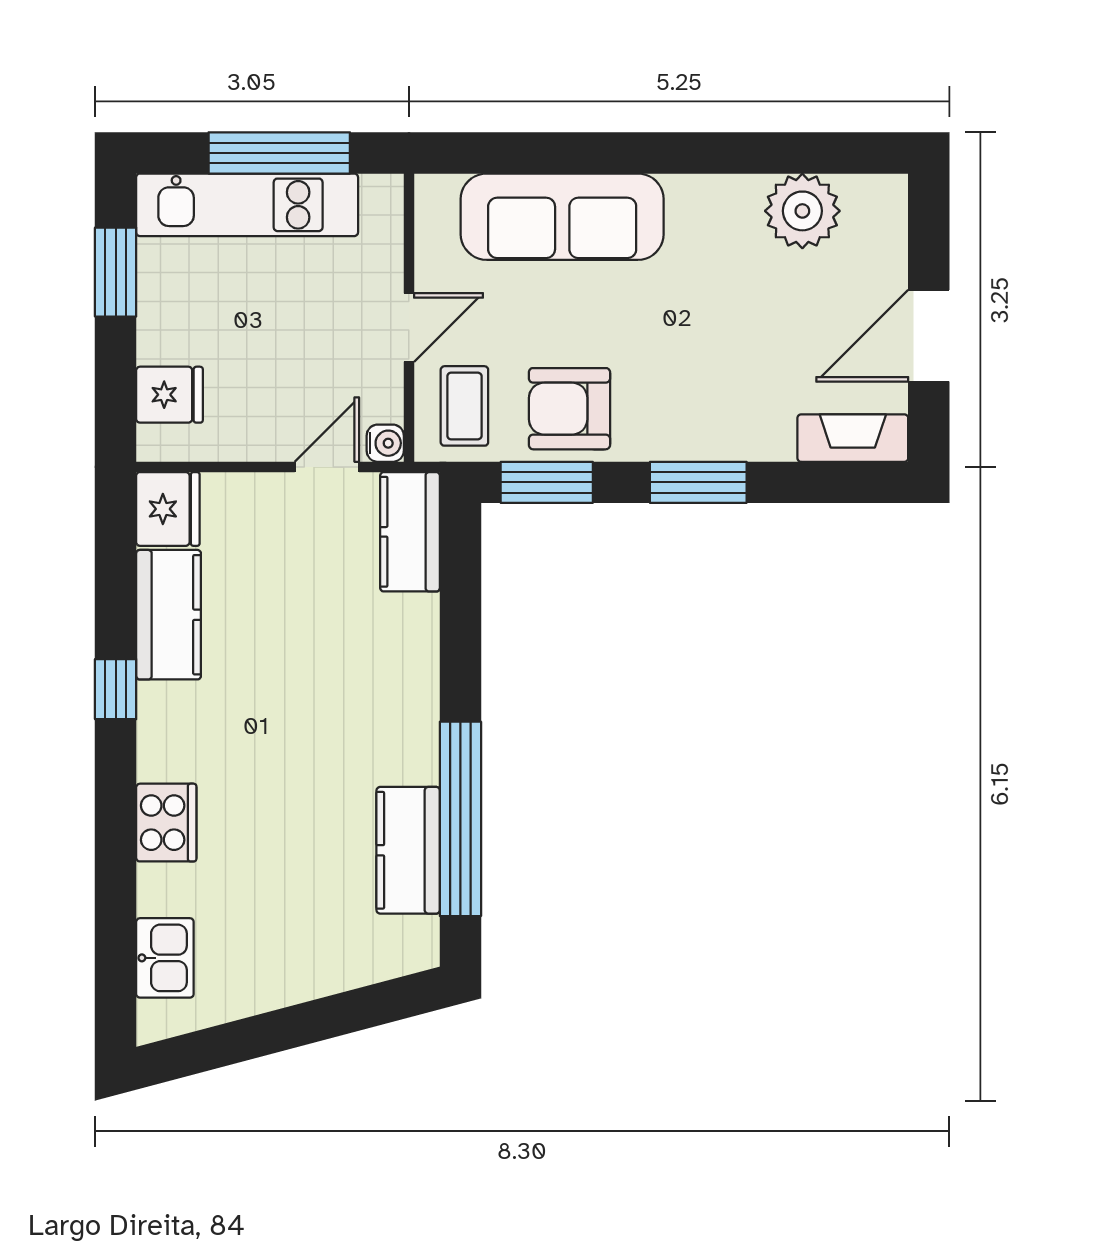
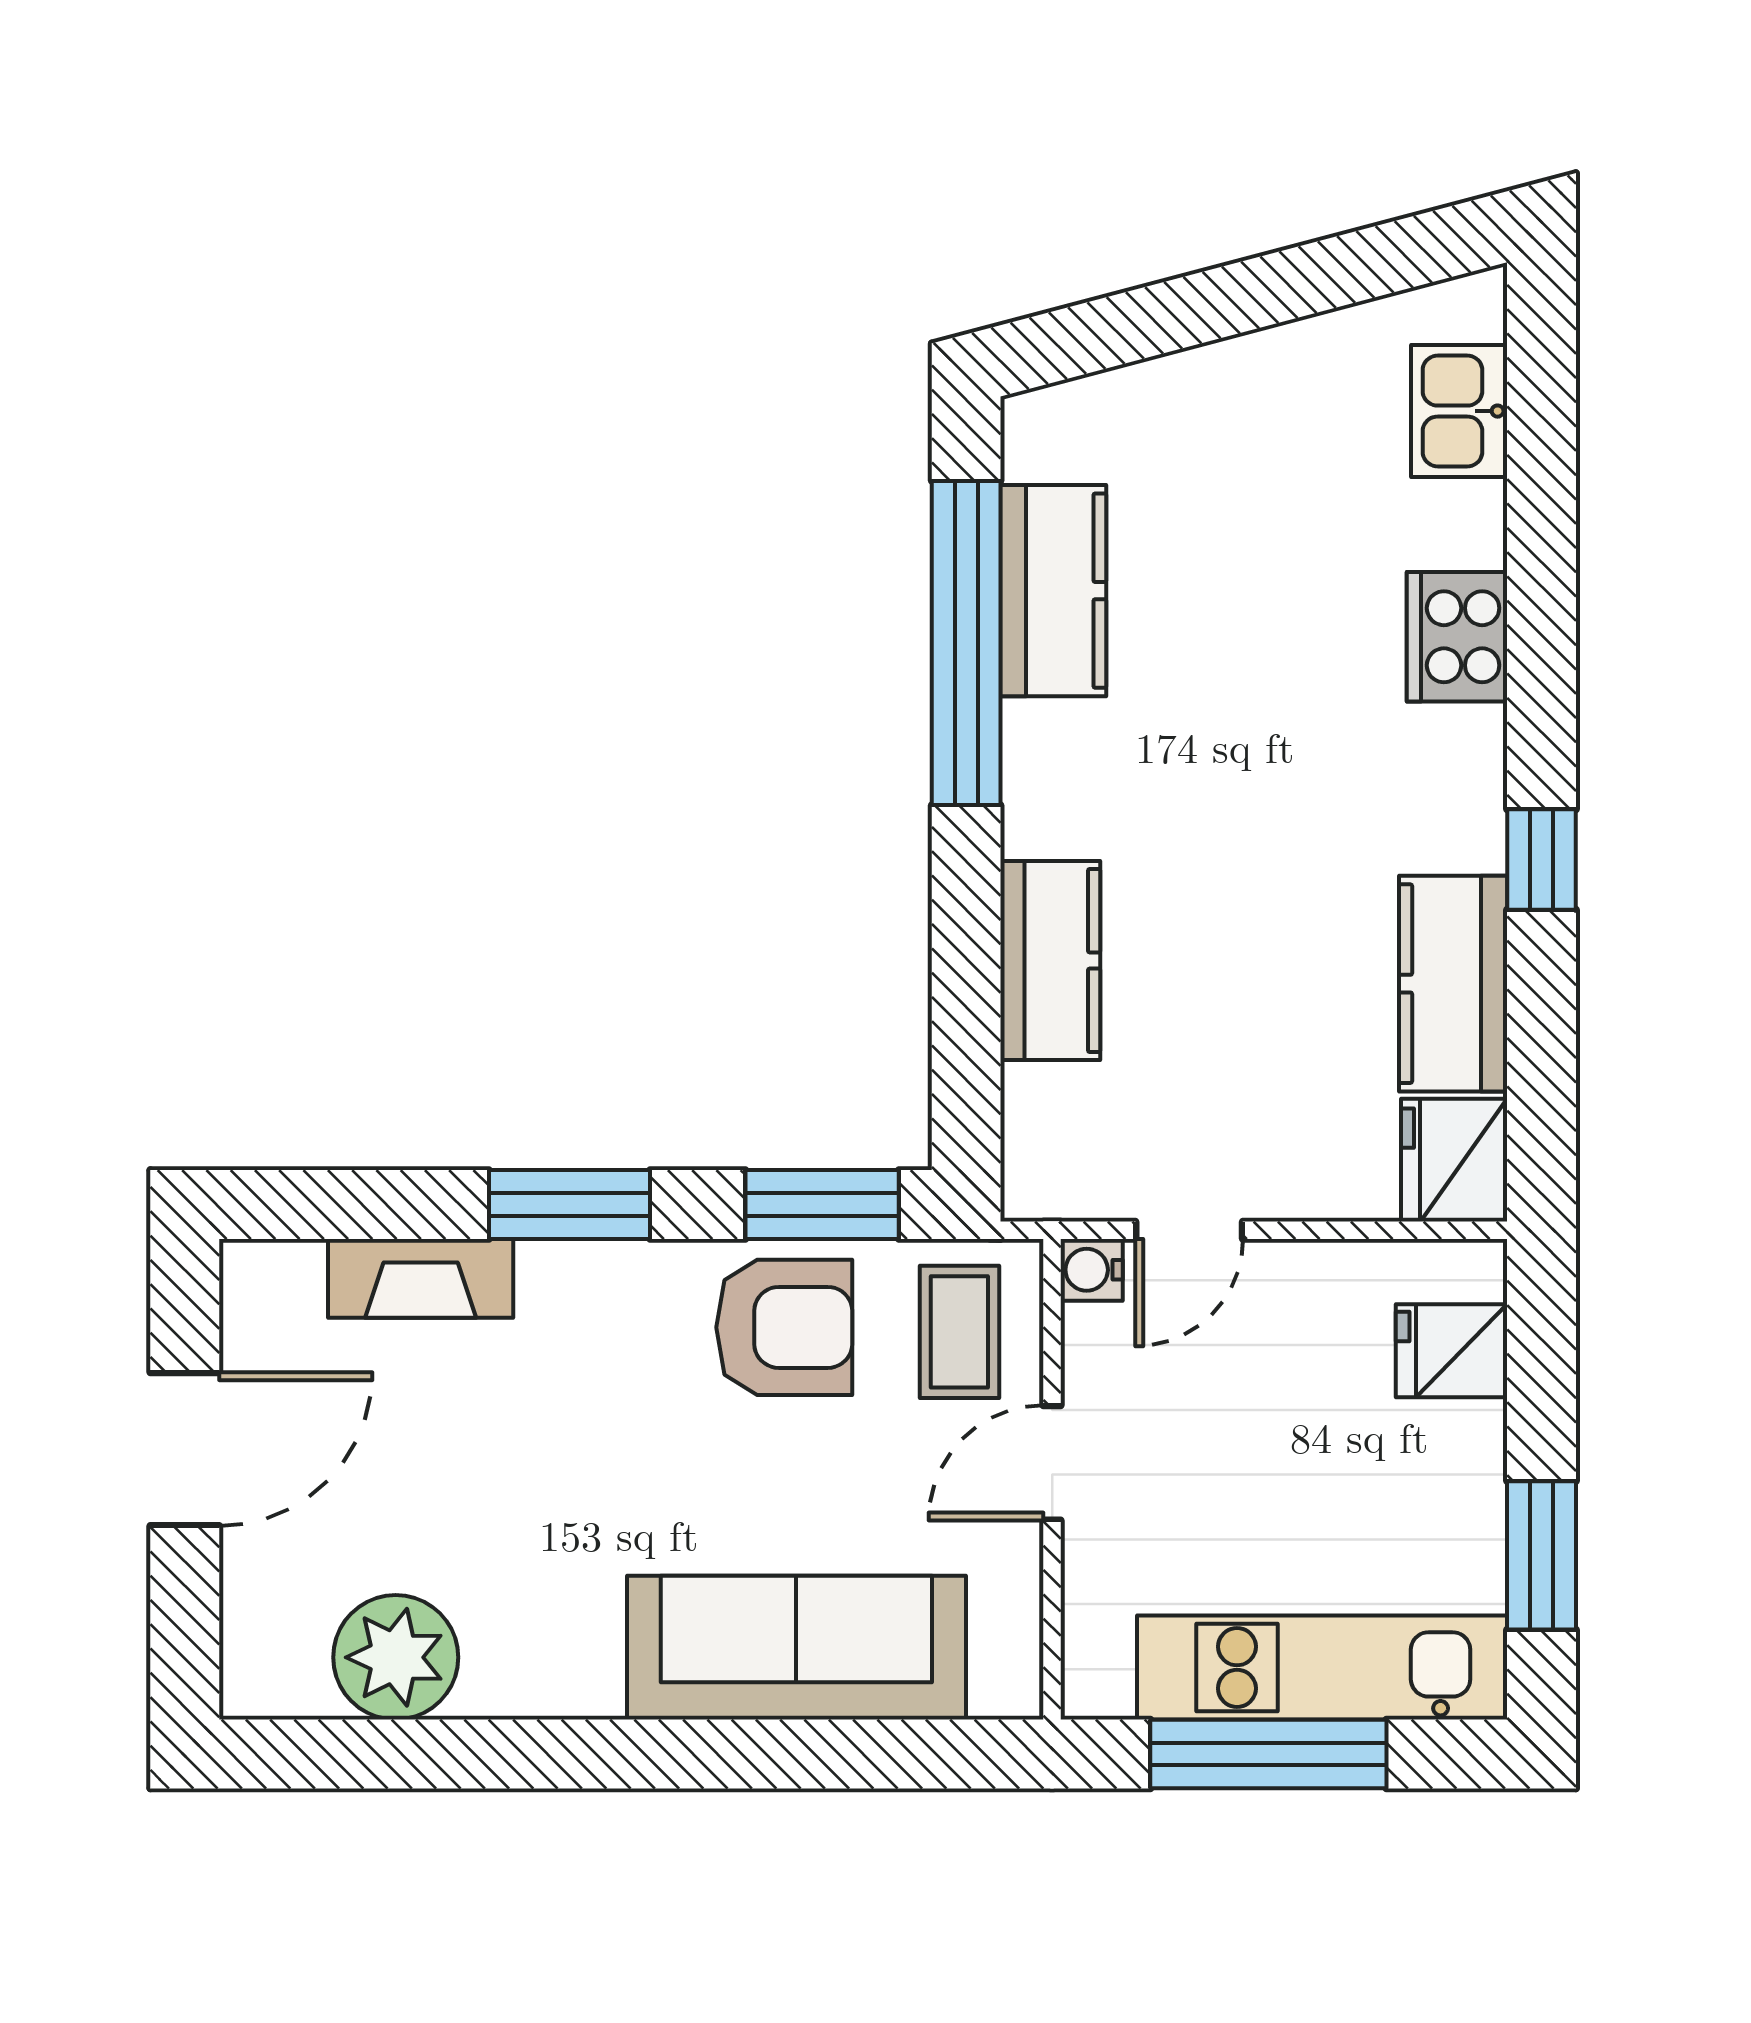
fireplace: (853, 438) -> (421, 1278), moved
kitchen counter: (410, 532) -> (1050, 961), moved

